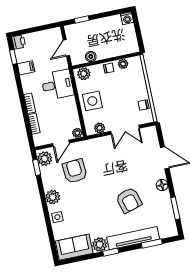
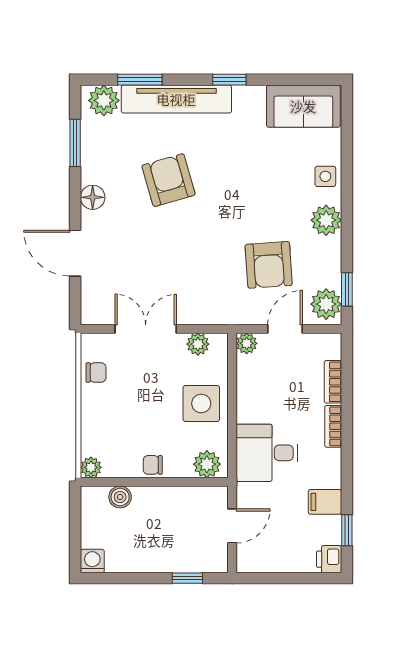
boiler: (91, 57) -> (120, 497), moved
plant: (123, 64) -> (91, 467), moved
plant: (100, 245) -> (104, 100), moved

